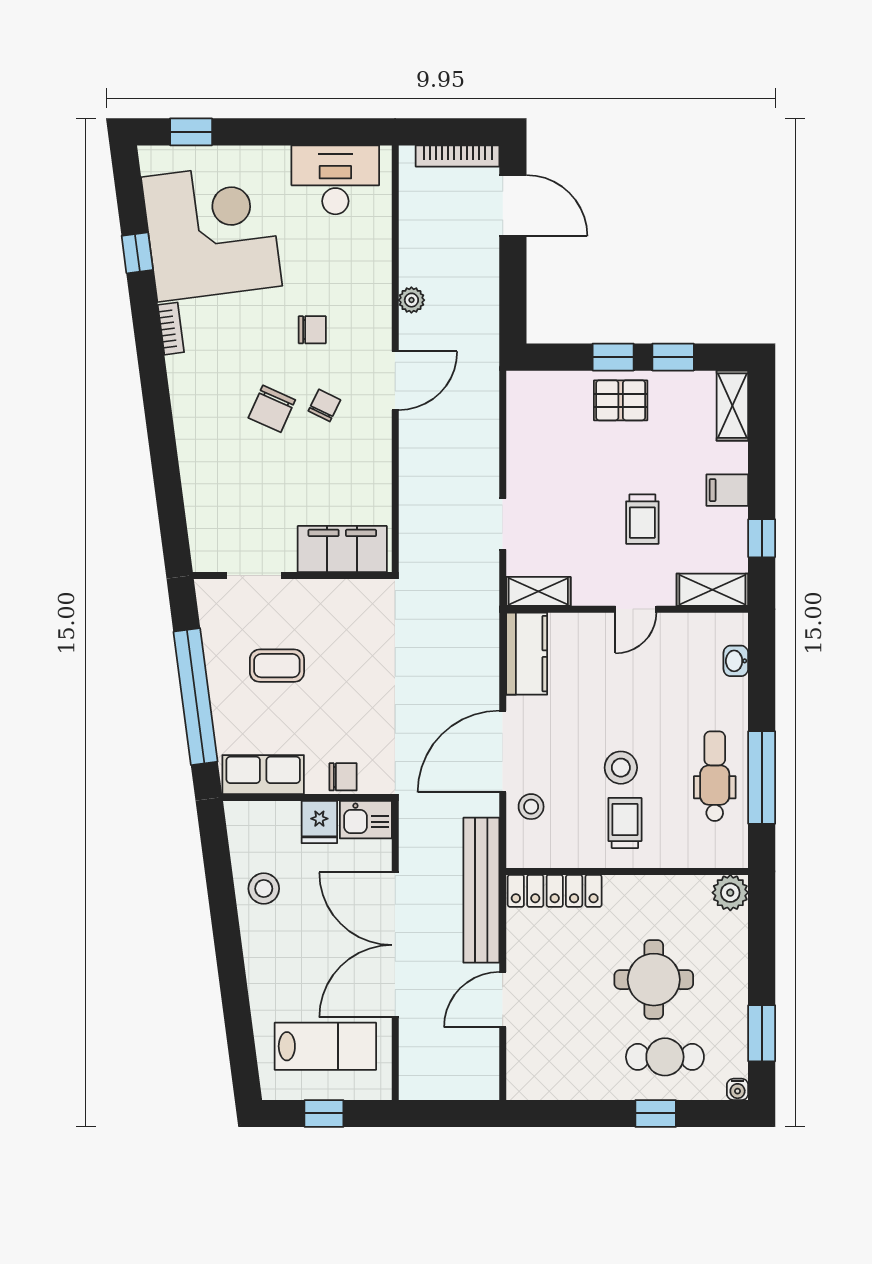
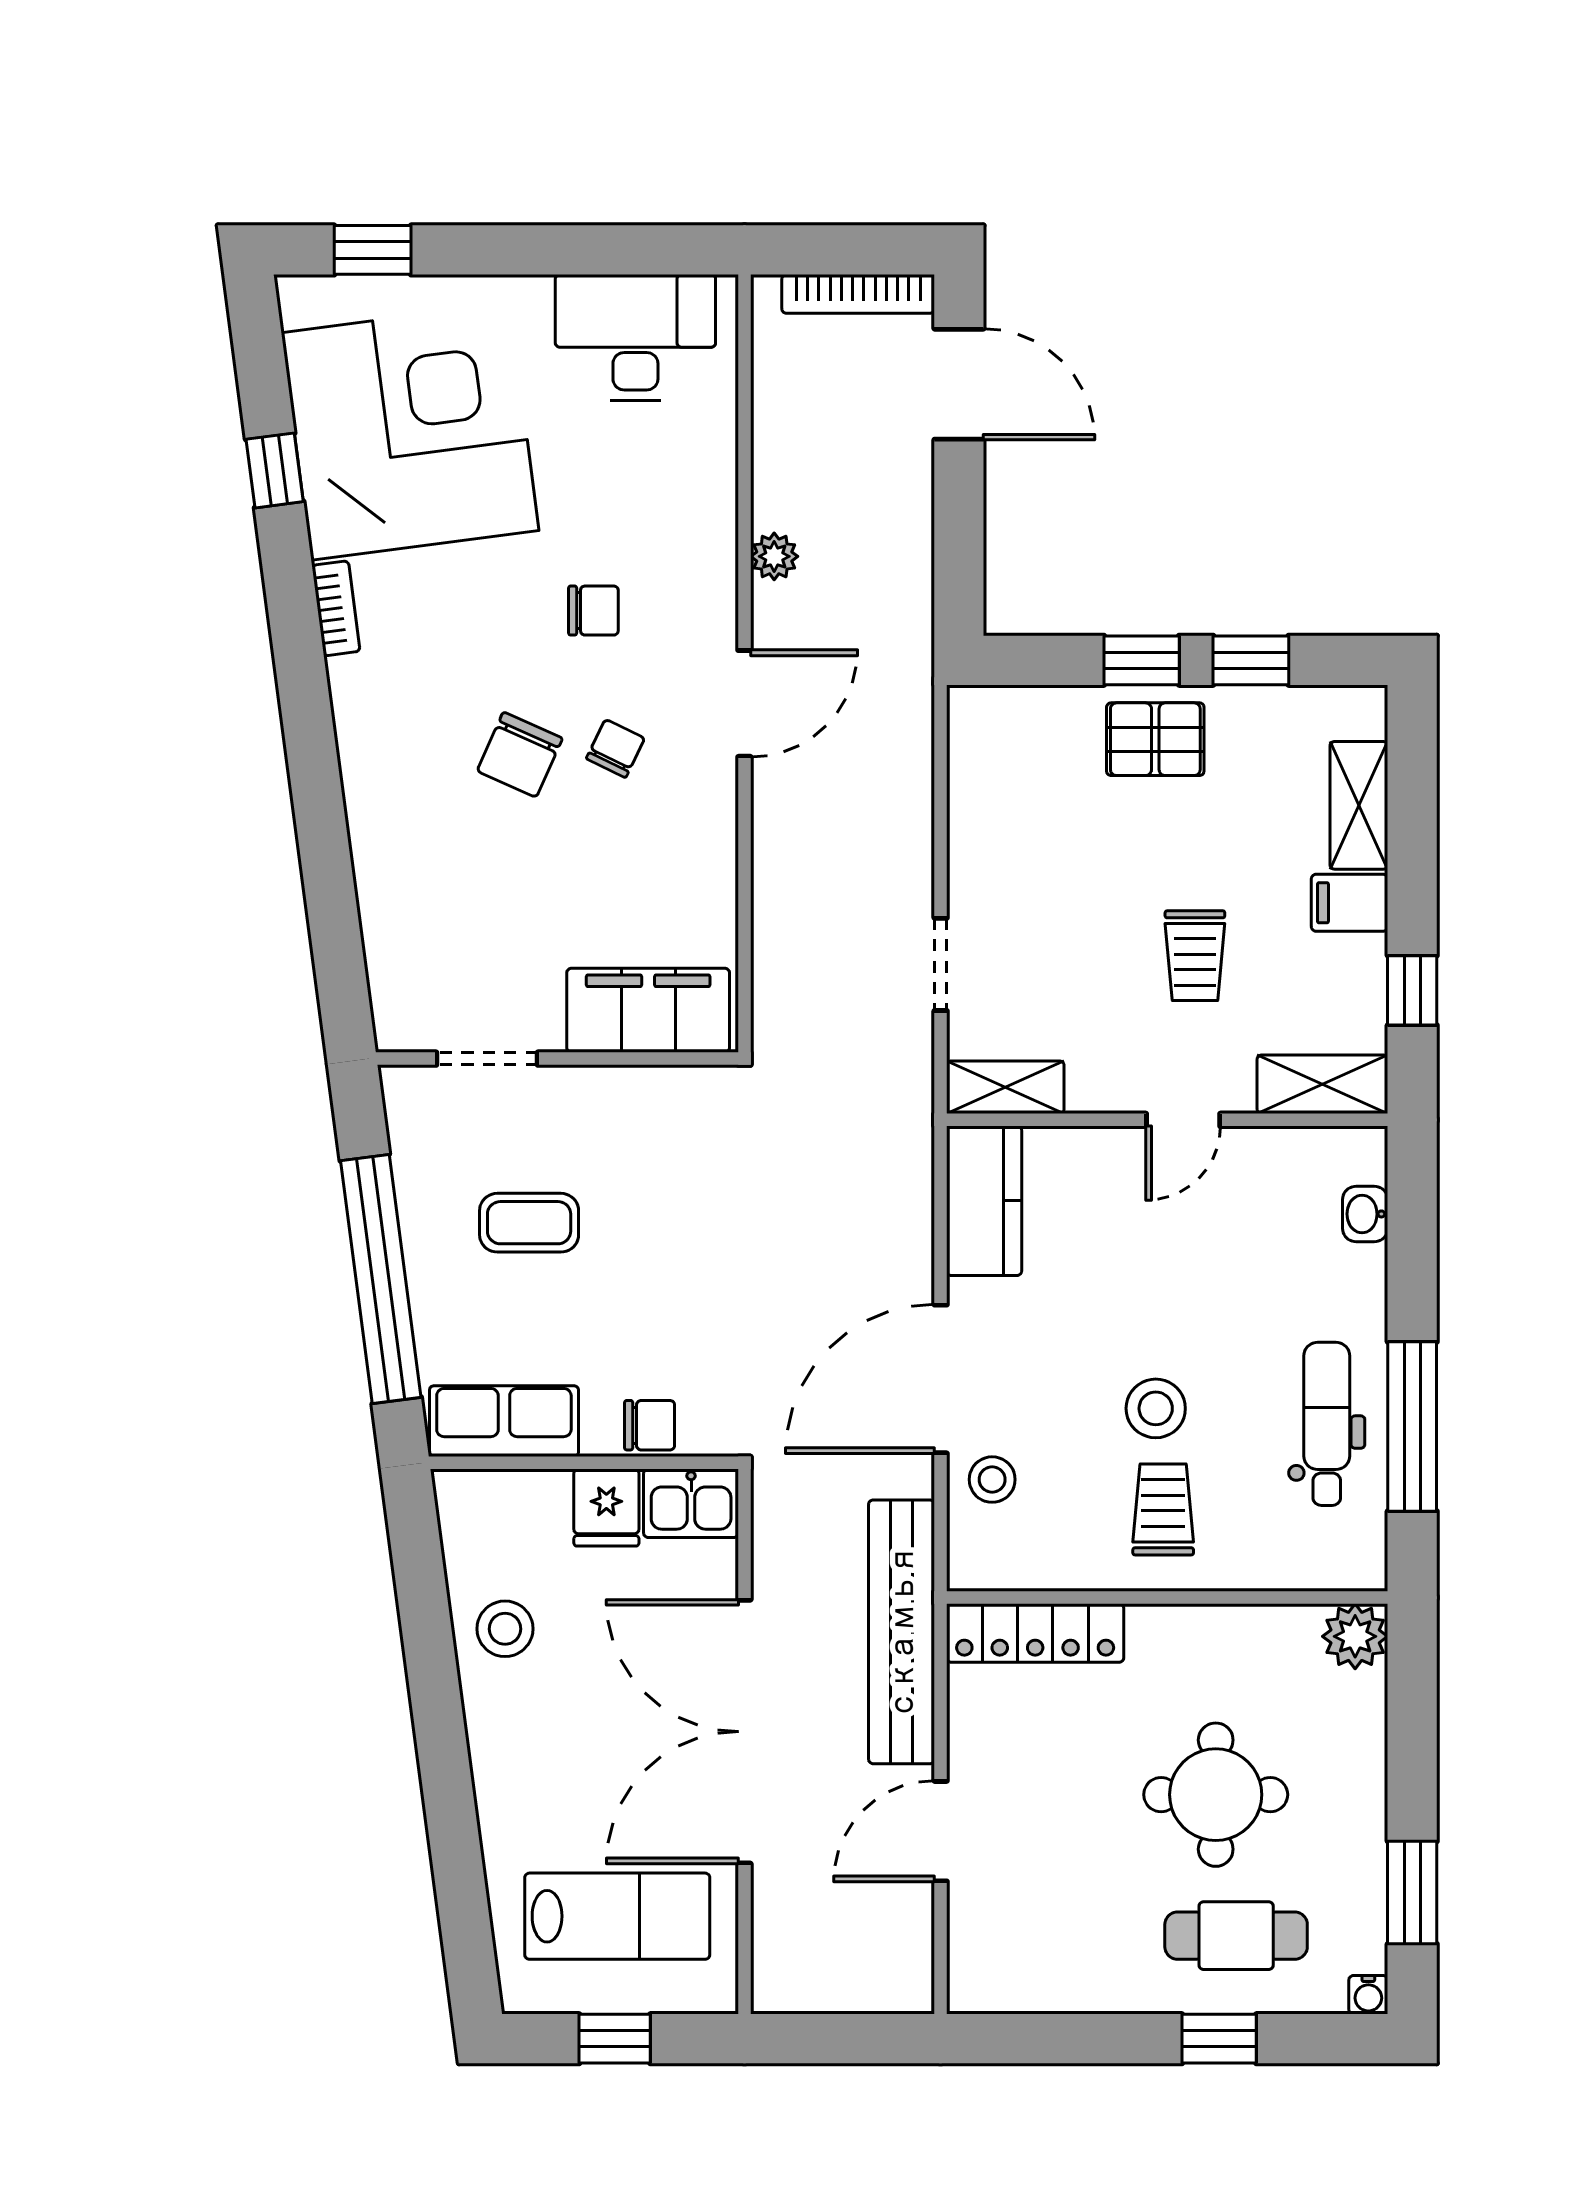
shelving: (732, 406) -> (1359, 805), moved

